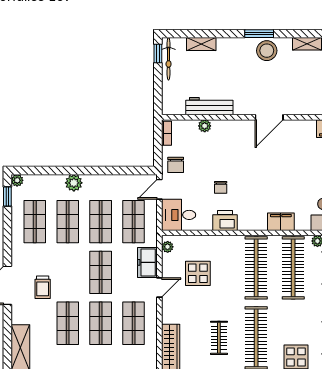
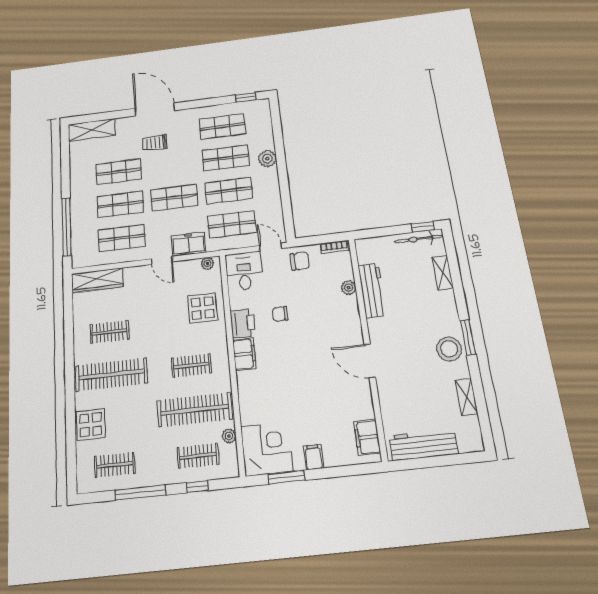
chair: (176, 165) -> (300, 261), turned 180
plant: (17, 180) -> (264, 104), removed
filing cabinet: (281, 222) -> (244, 354), moved
clothes rail: (256, 268) -> (191, 365), width x0.54, depth x0.76
display table: (198, 273) -> (203, 308), moved

